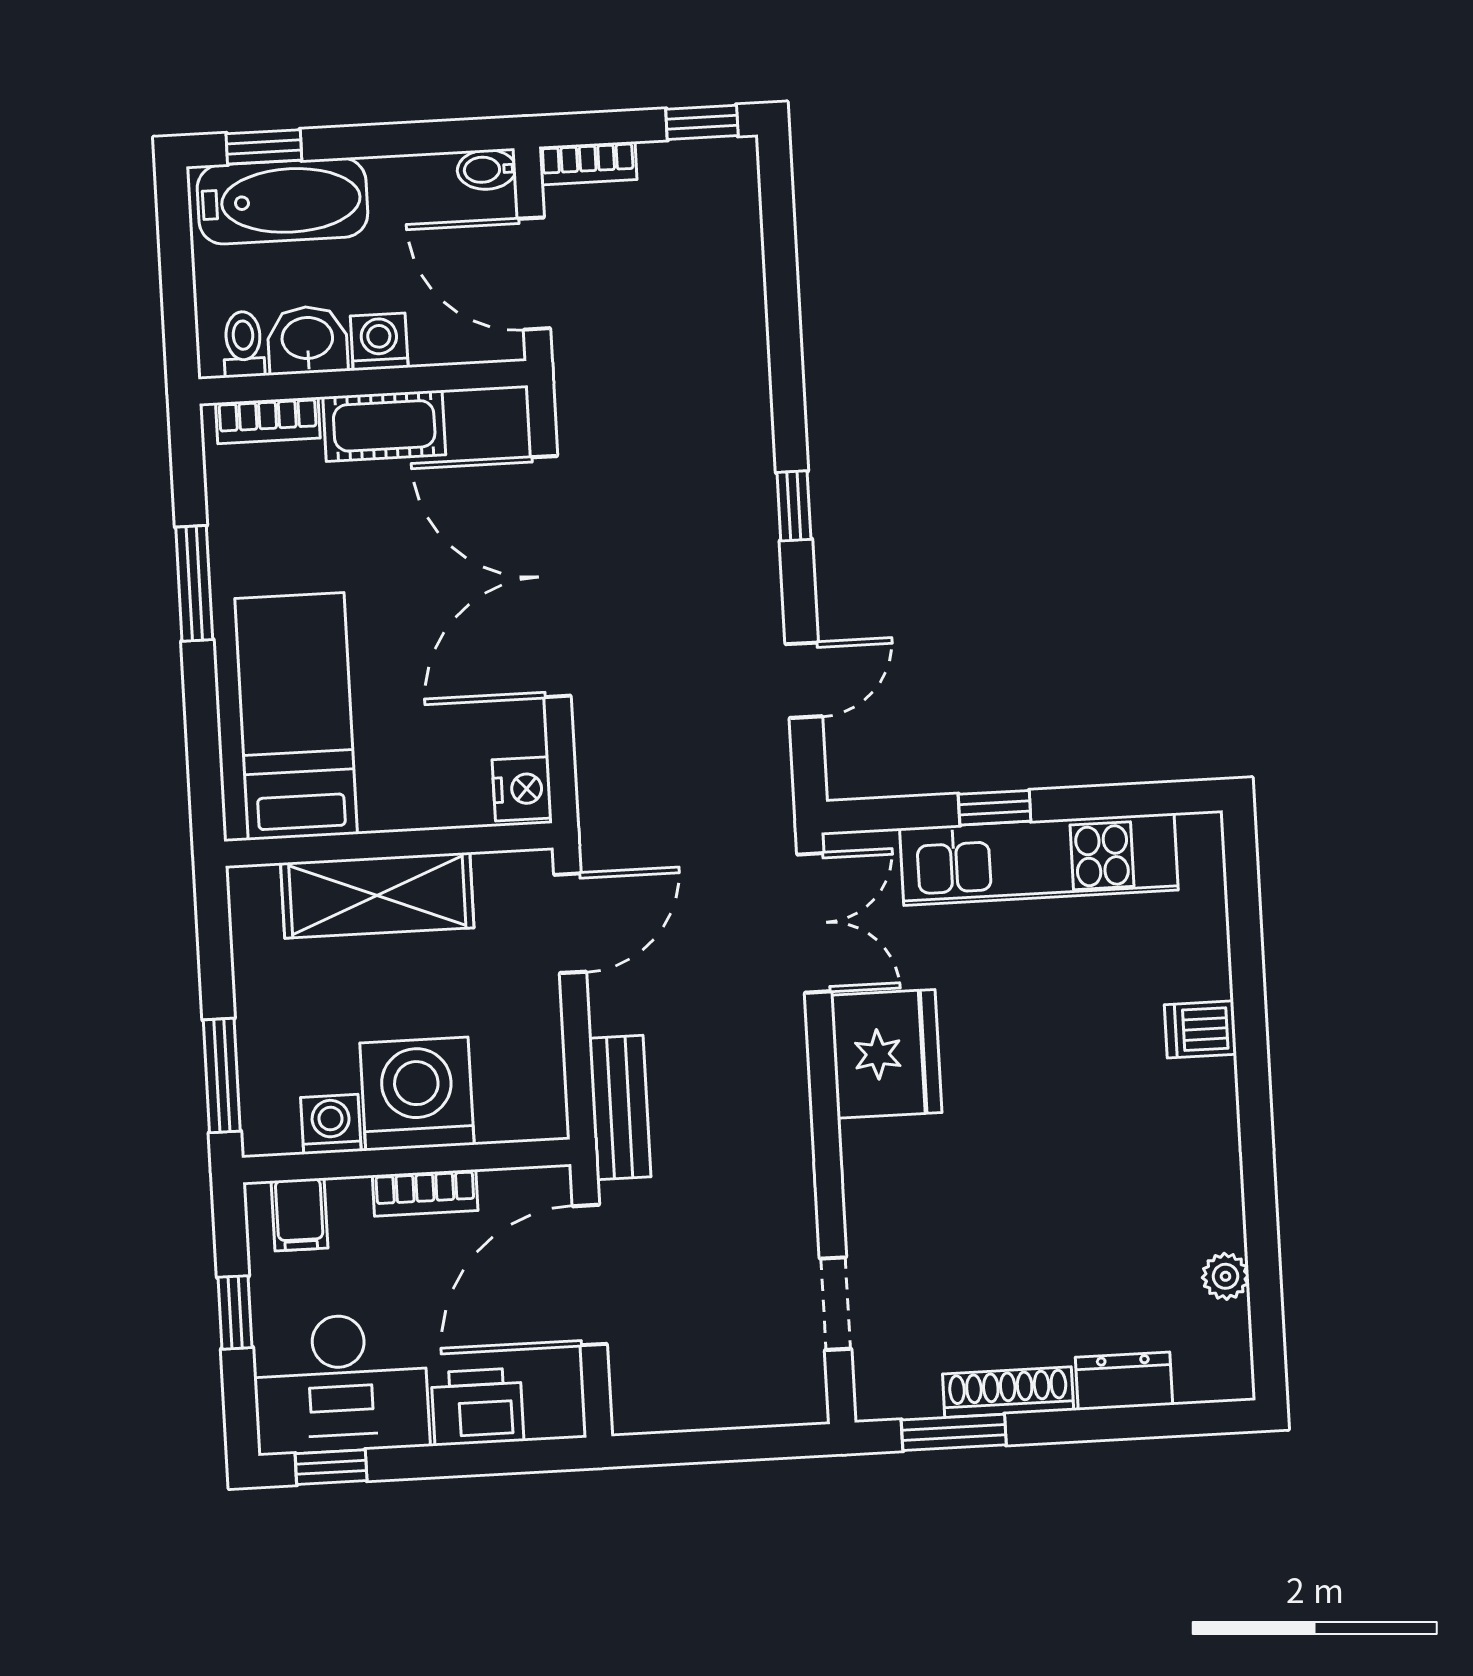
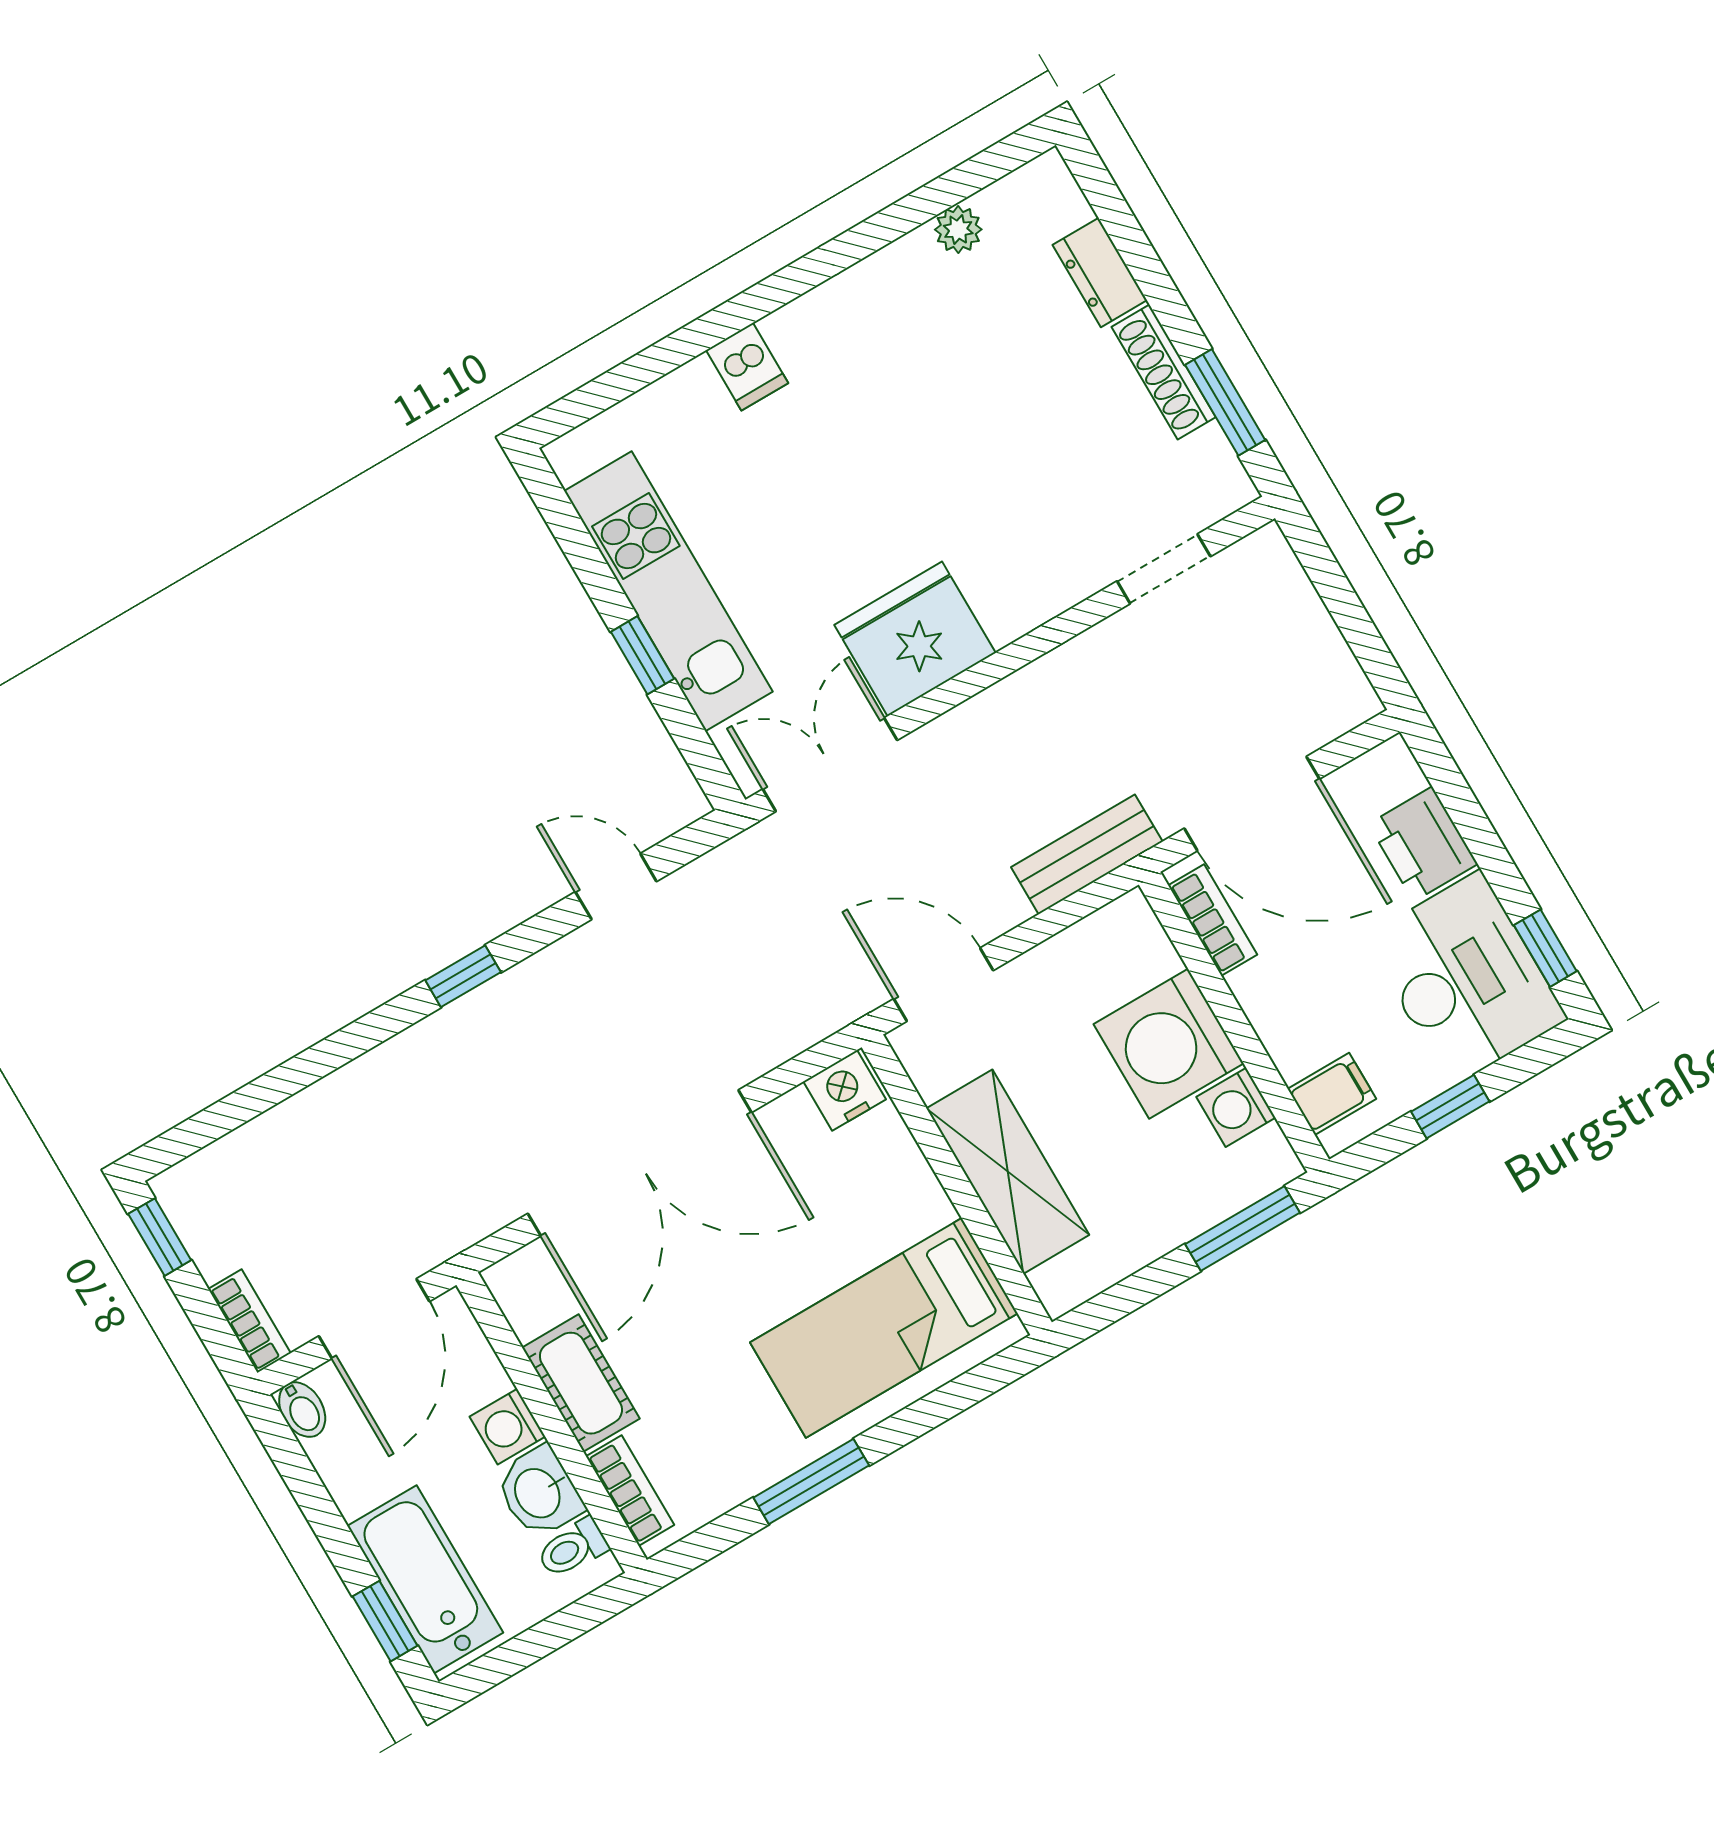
bookcase: (425, 1193) -> (1213, 920), moved

